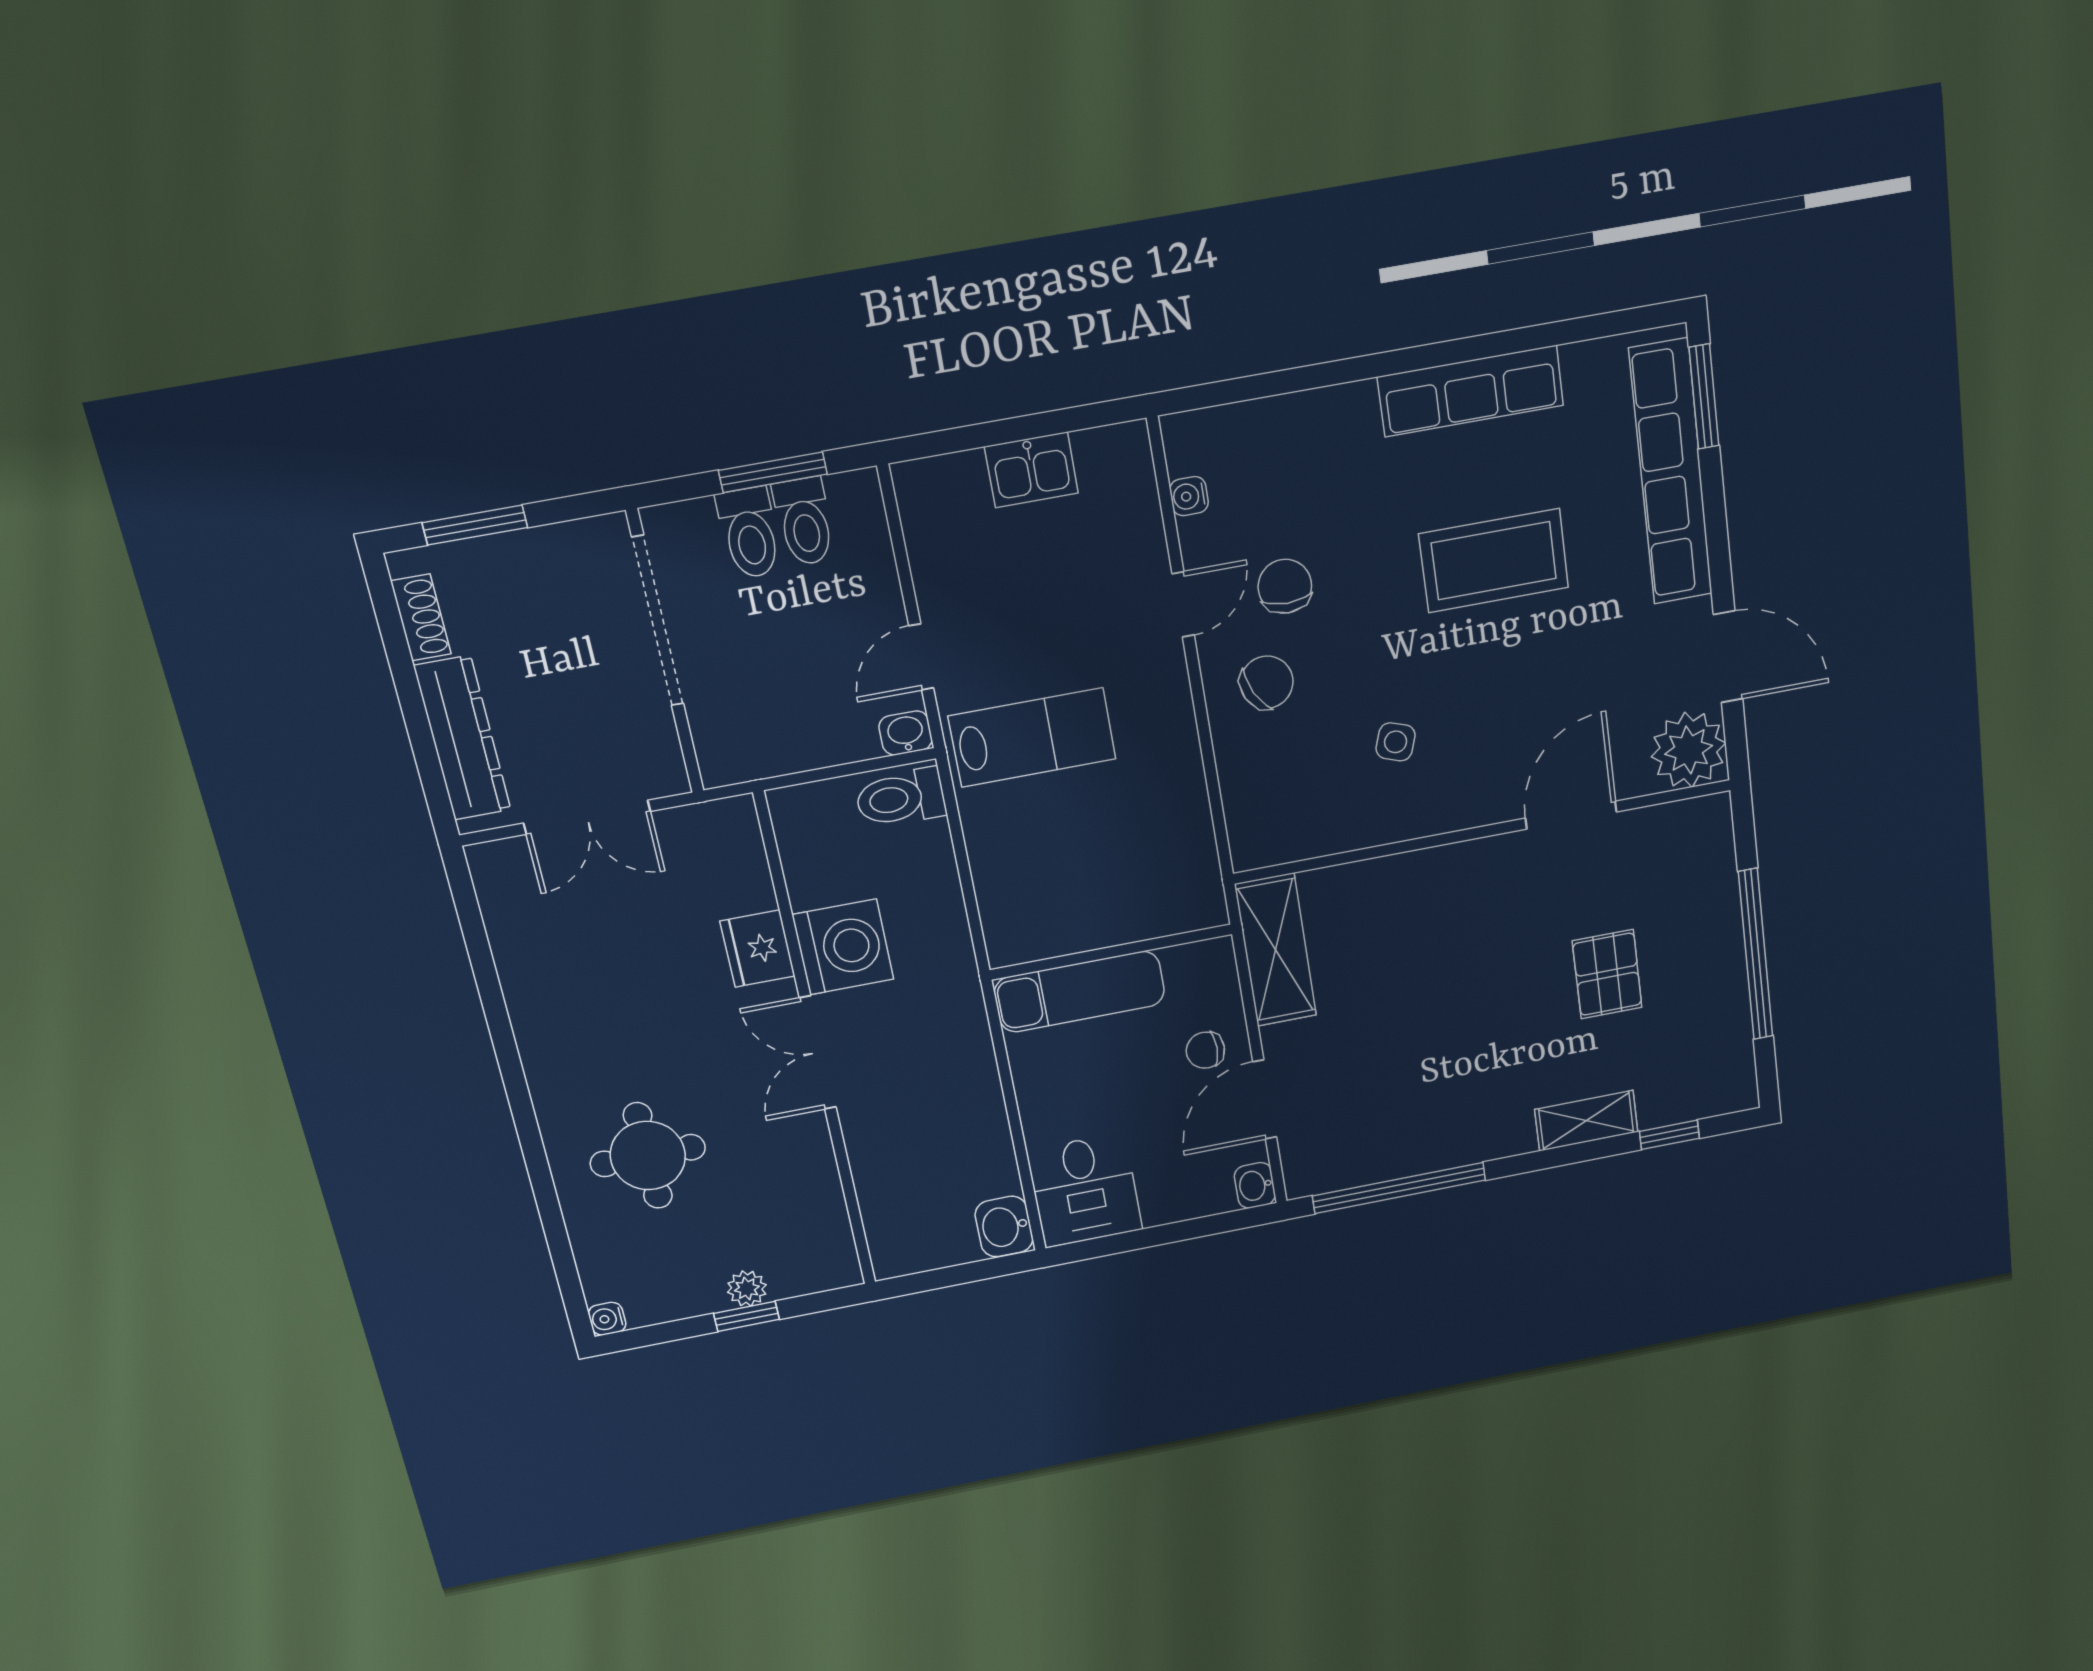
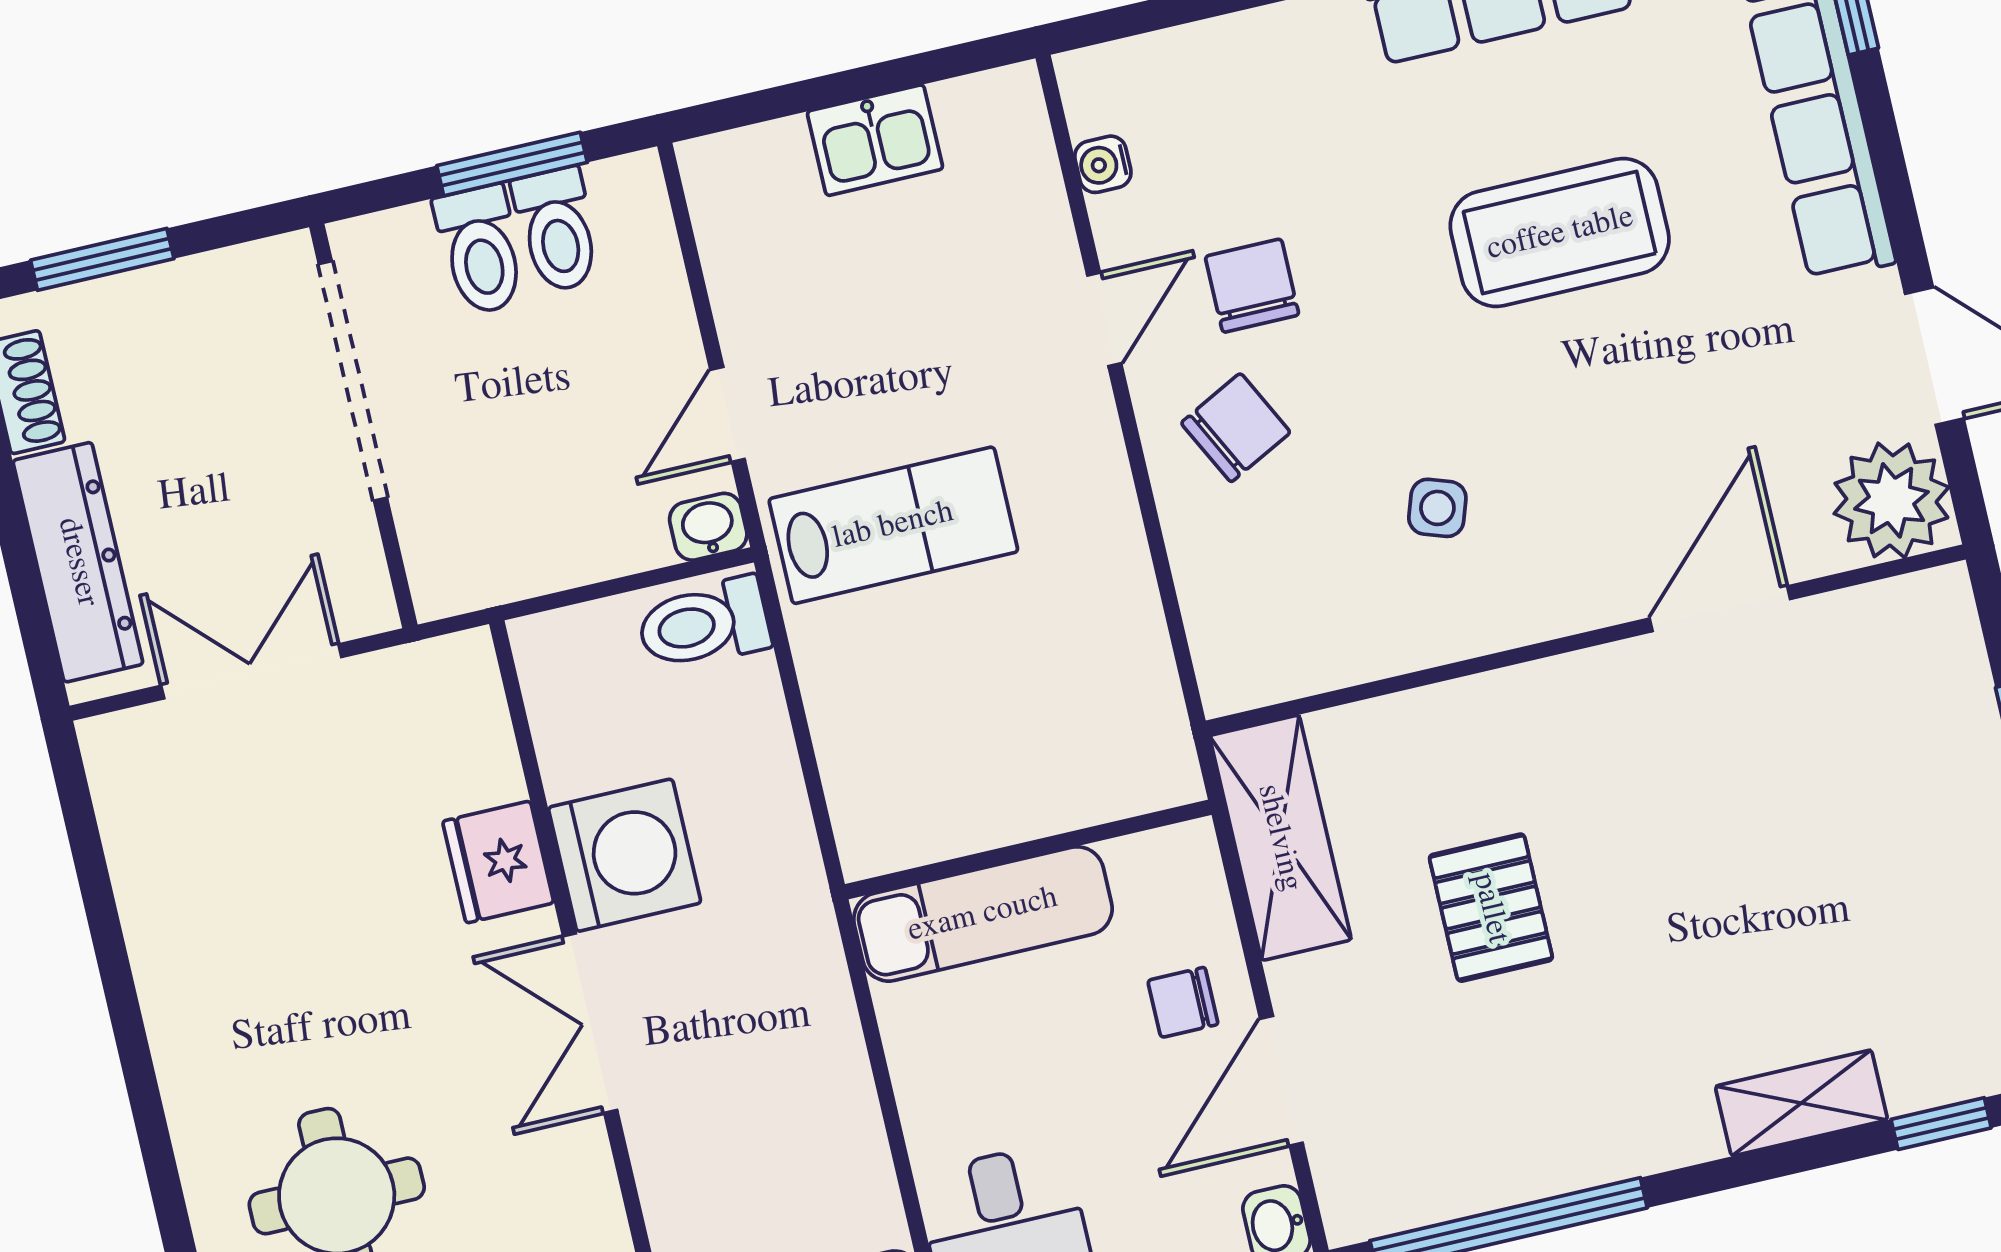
double door: (587, 817) -> (251, 671), swing flipped
pallet: (1607, 974) -> (1491, 908), moved

